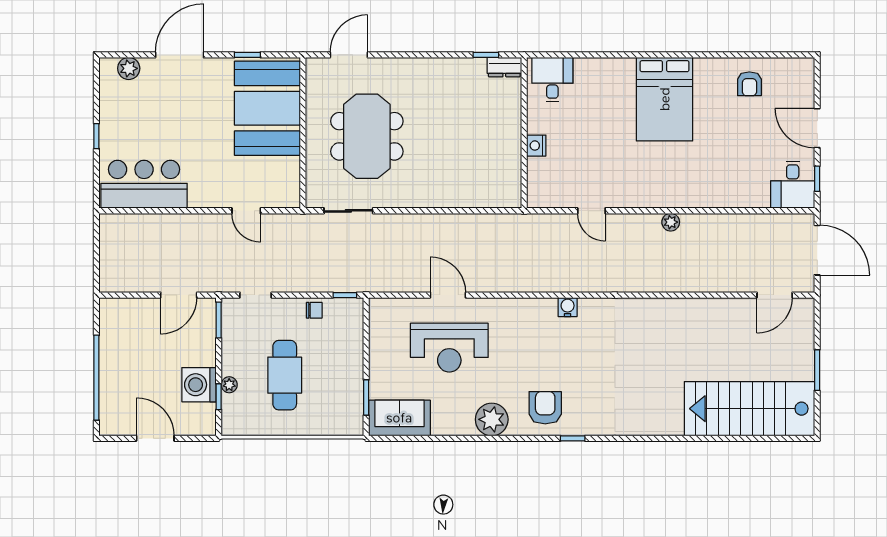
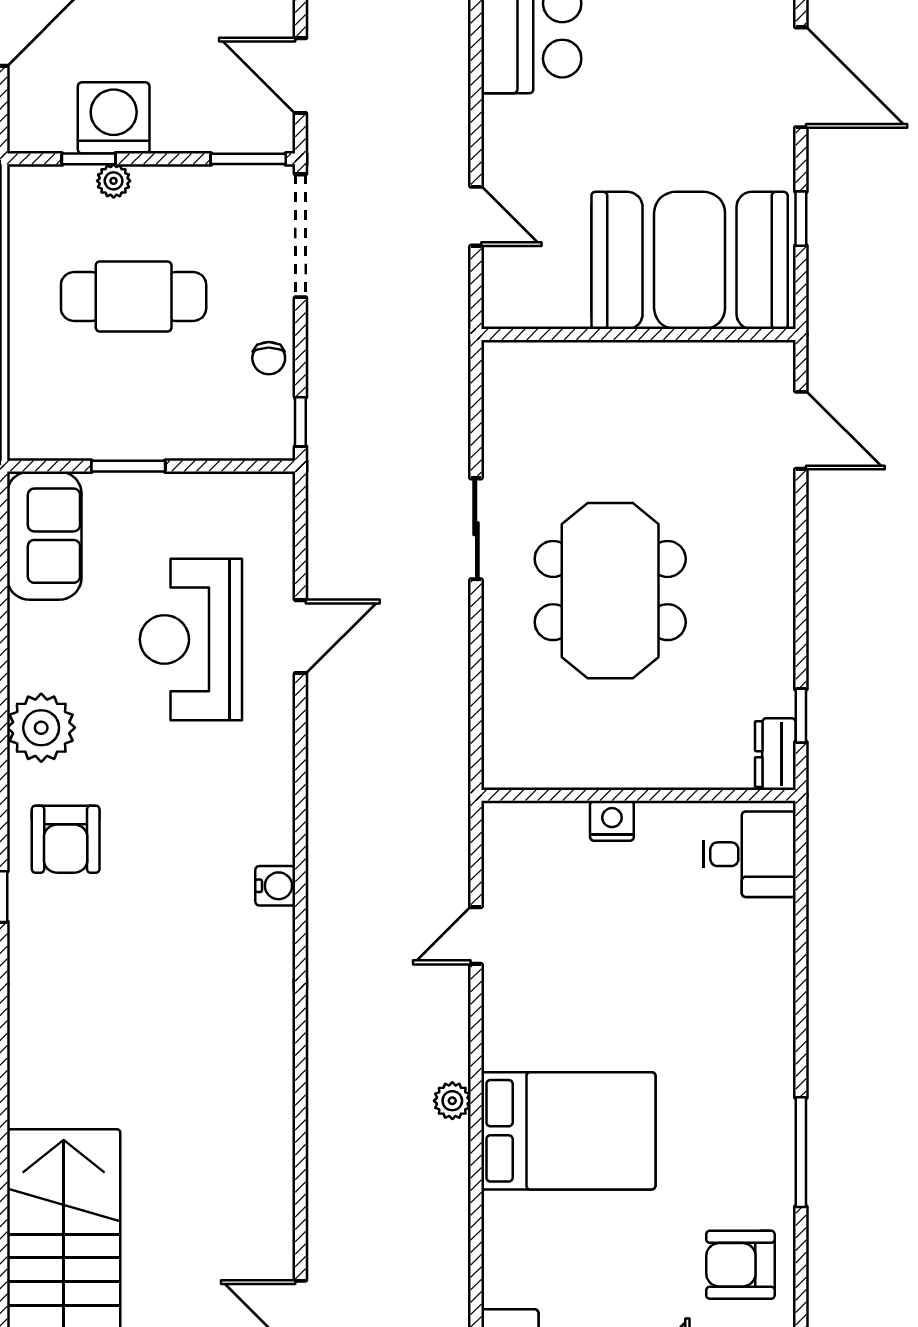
window: (695, 55) -> (801, 1152), added
armchair: (749, 84) -> (740, 1265), width x1.38, depth x1.38
bed: (665, 99) -> (568, 1131), moved, turned 180
meeting table: (367, 136) -> (610, 591), moved, turned 90
door: (246, 211) -> (476, 216), swing flipped
sliding door: (348, 211) -> (476, 529), moved
doorway: (256, 295) -> (300, 236), width x1.87
window: (366, 397) -> (128, 466), moved
armchair: (545, 408) -> (66, 839), turned 90

